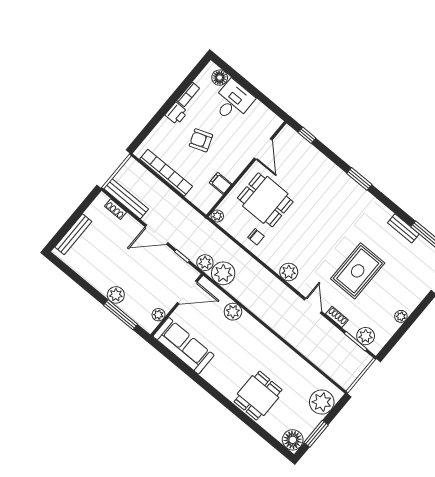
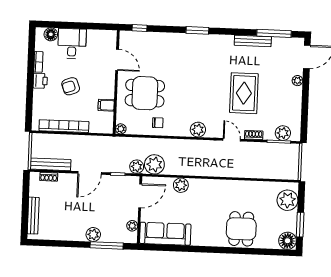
bench: (403, 228) -> (253, 41), width x1.36
plant: (401, 316) -> (297, 81), moved

